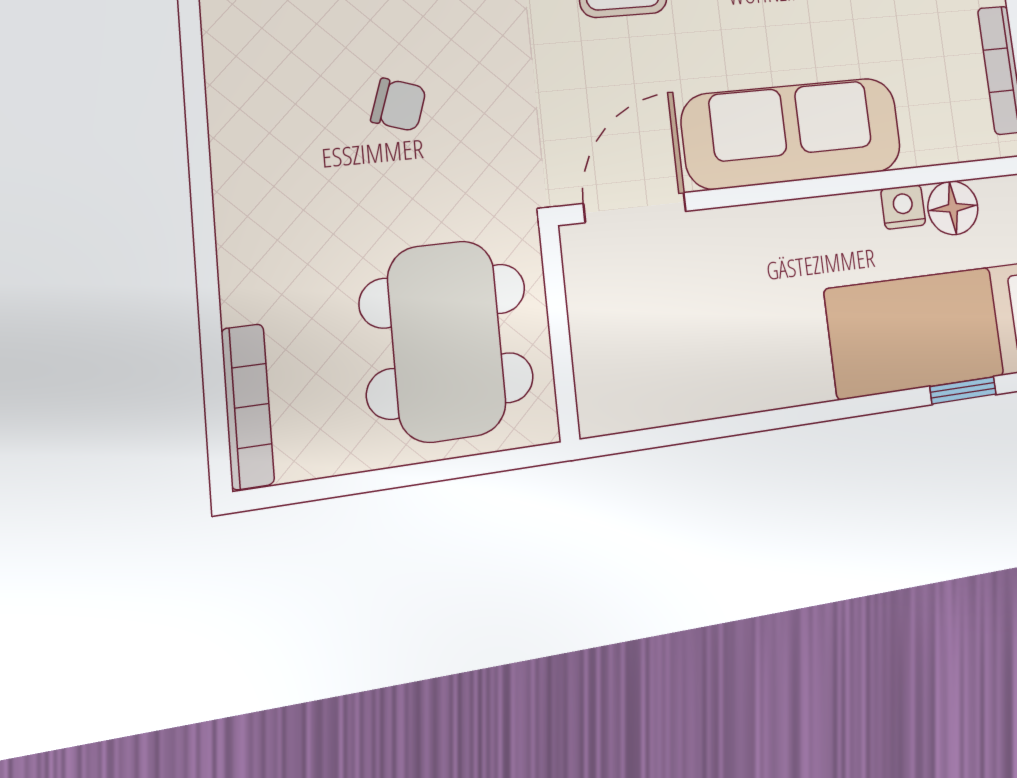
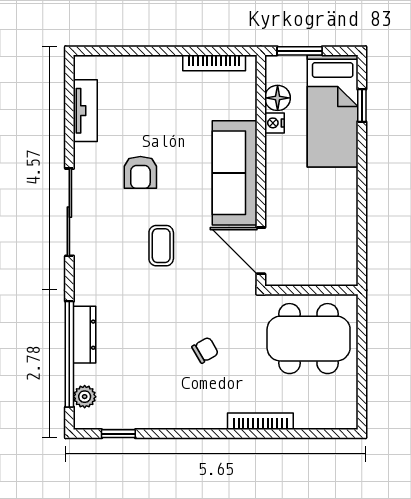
chair: (399, 105) -> (205, 350), turned 42
bookcase: (248, 406) -> (260, 421), moved

